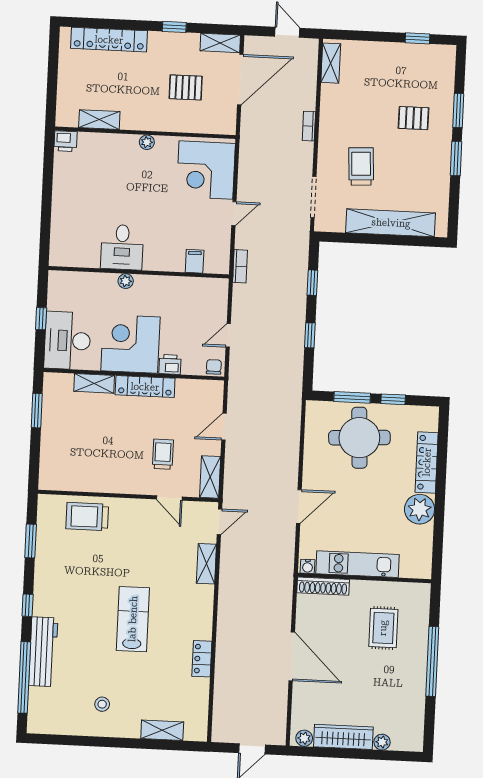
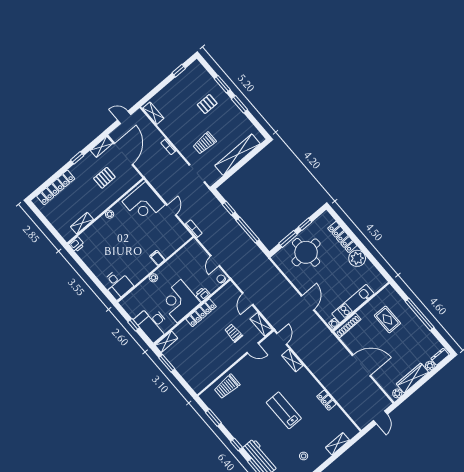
trolley: (361, 166) -> (204, 143), turned -87
desk: (122, 247) -> (118, 284), moved
filing cabinet: (195, 261) -> (157, 258), moved
window: (310, 335) -> (248, 230), width x2.17
shelving: (94, 383) -> (166, 342), moved
dresser: (406, 743) -> (440, 357), added

